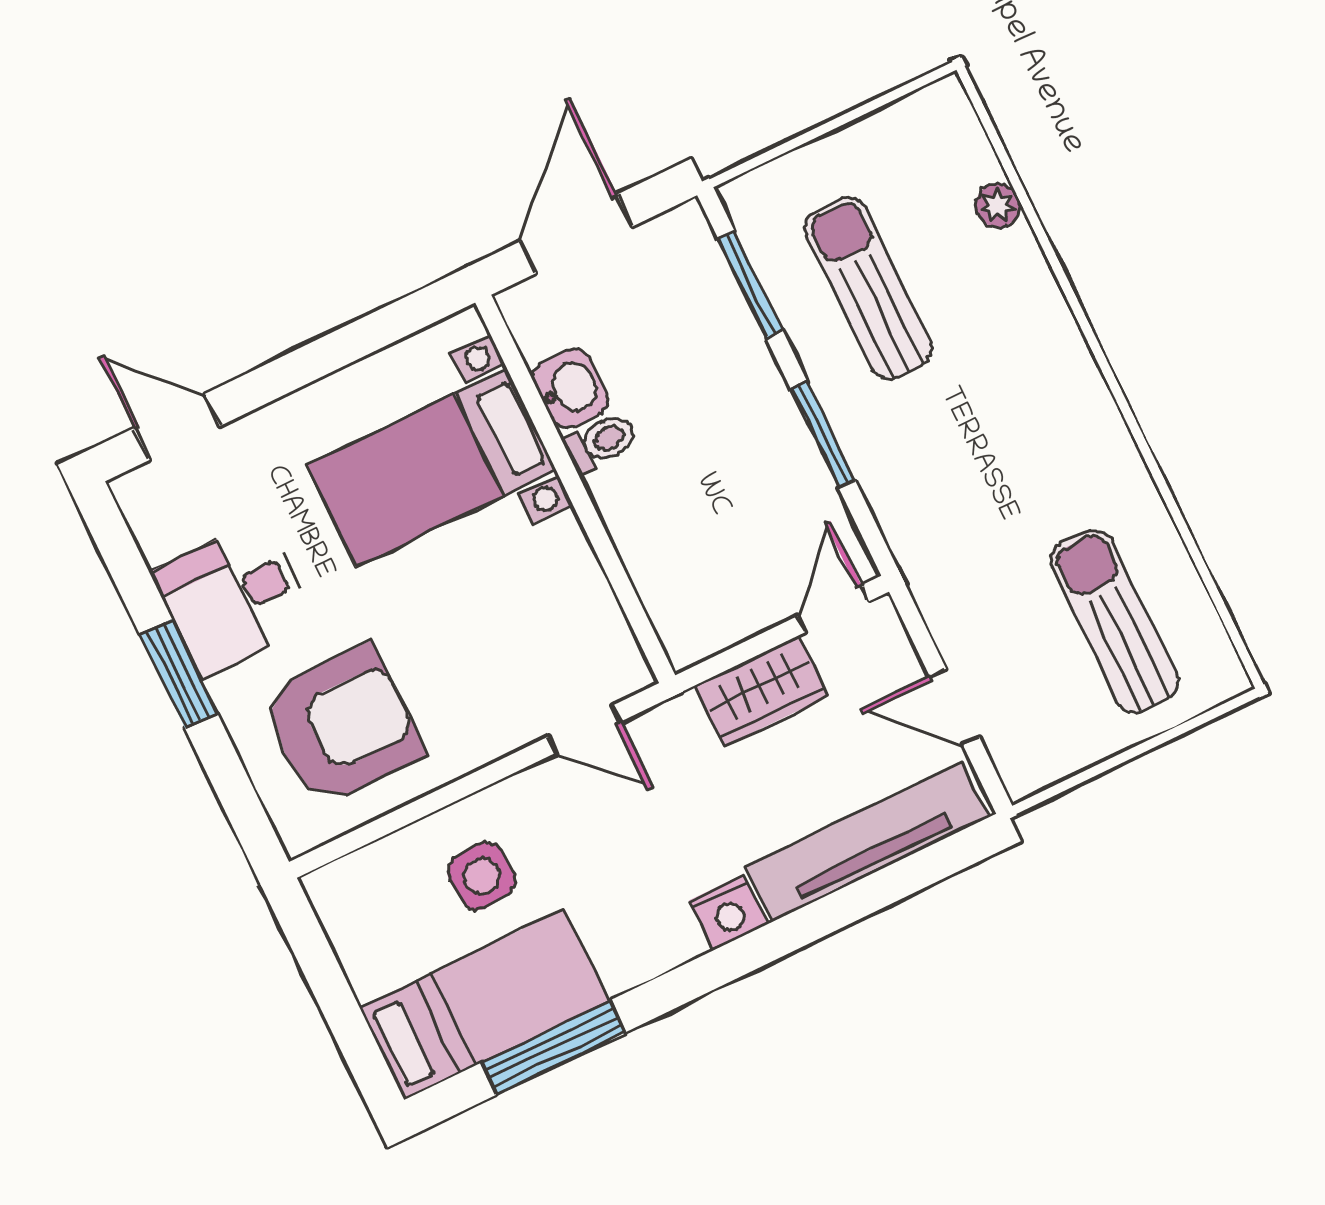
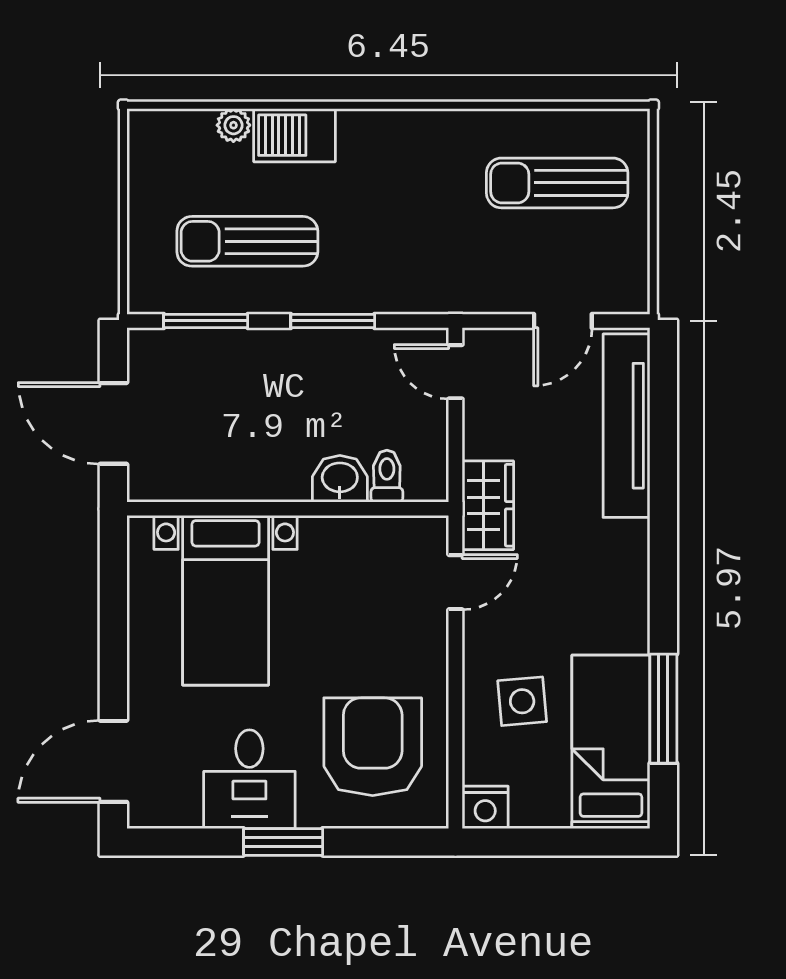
barbecue: (1021, 283) -> (295, 135), added
washbasin: (570, 388) -> (340, 479), moved
door: (177, 427) -> (113, 761), width x1.38
toilet: (600, 443) -> (387, 476), moved
wardrobe: (761, 691) -> (488, 505), moved
nightstand: (728, 912) -> (485, 807), moved, turned 90

